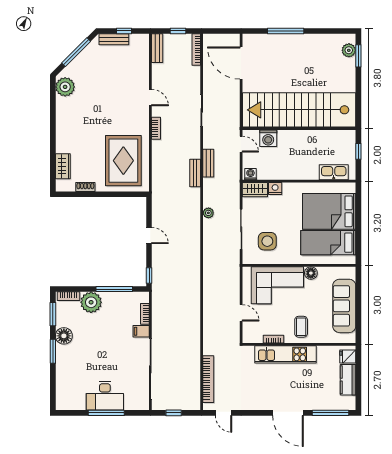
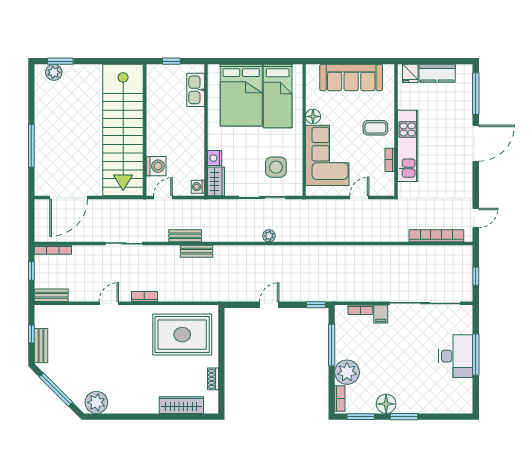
wardrobe: (63, 166) -> (181, 405), width x1.50
plant: (208, 213) -> (269, 236), moved

